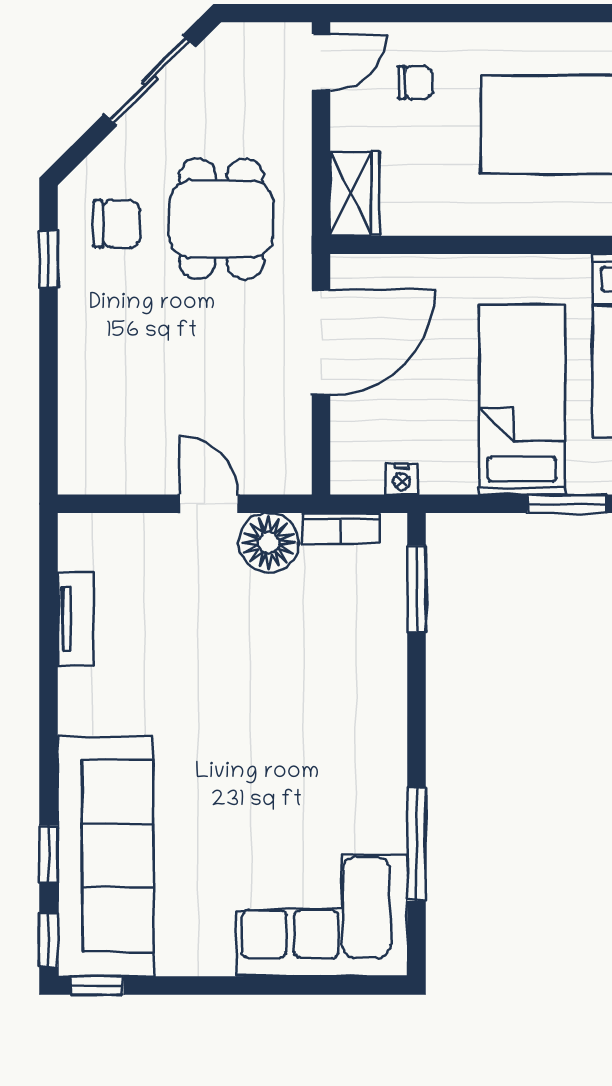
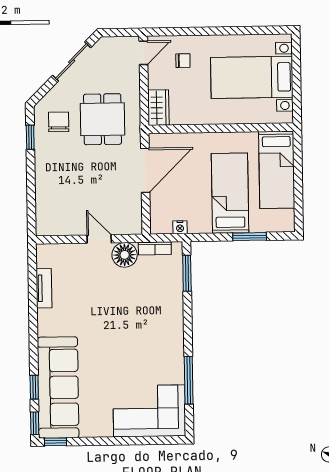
chair: (117, 224) -> (59, 122), turned -90

